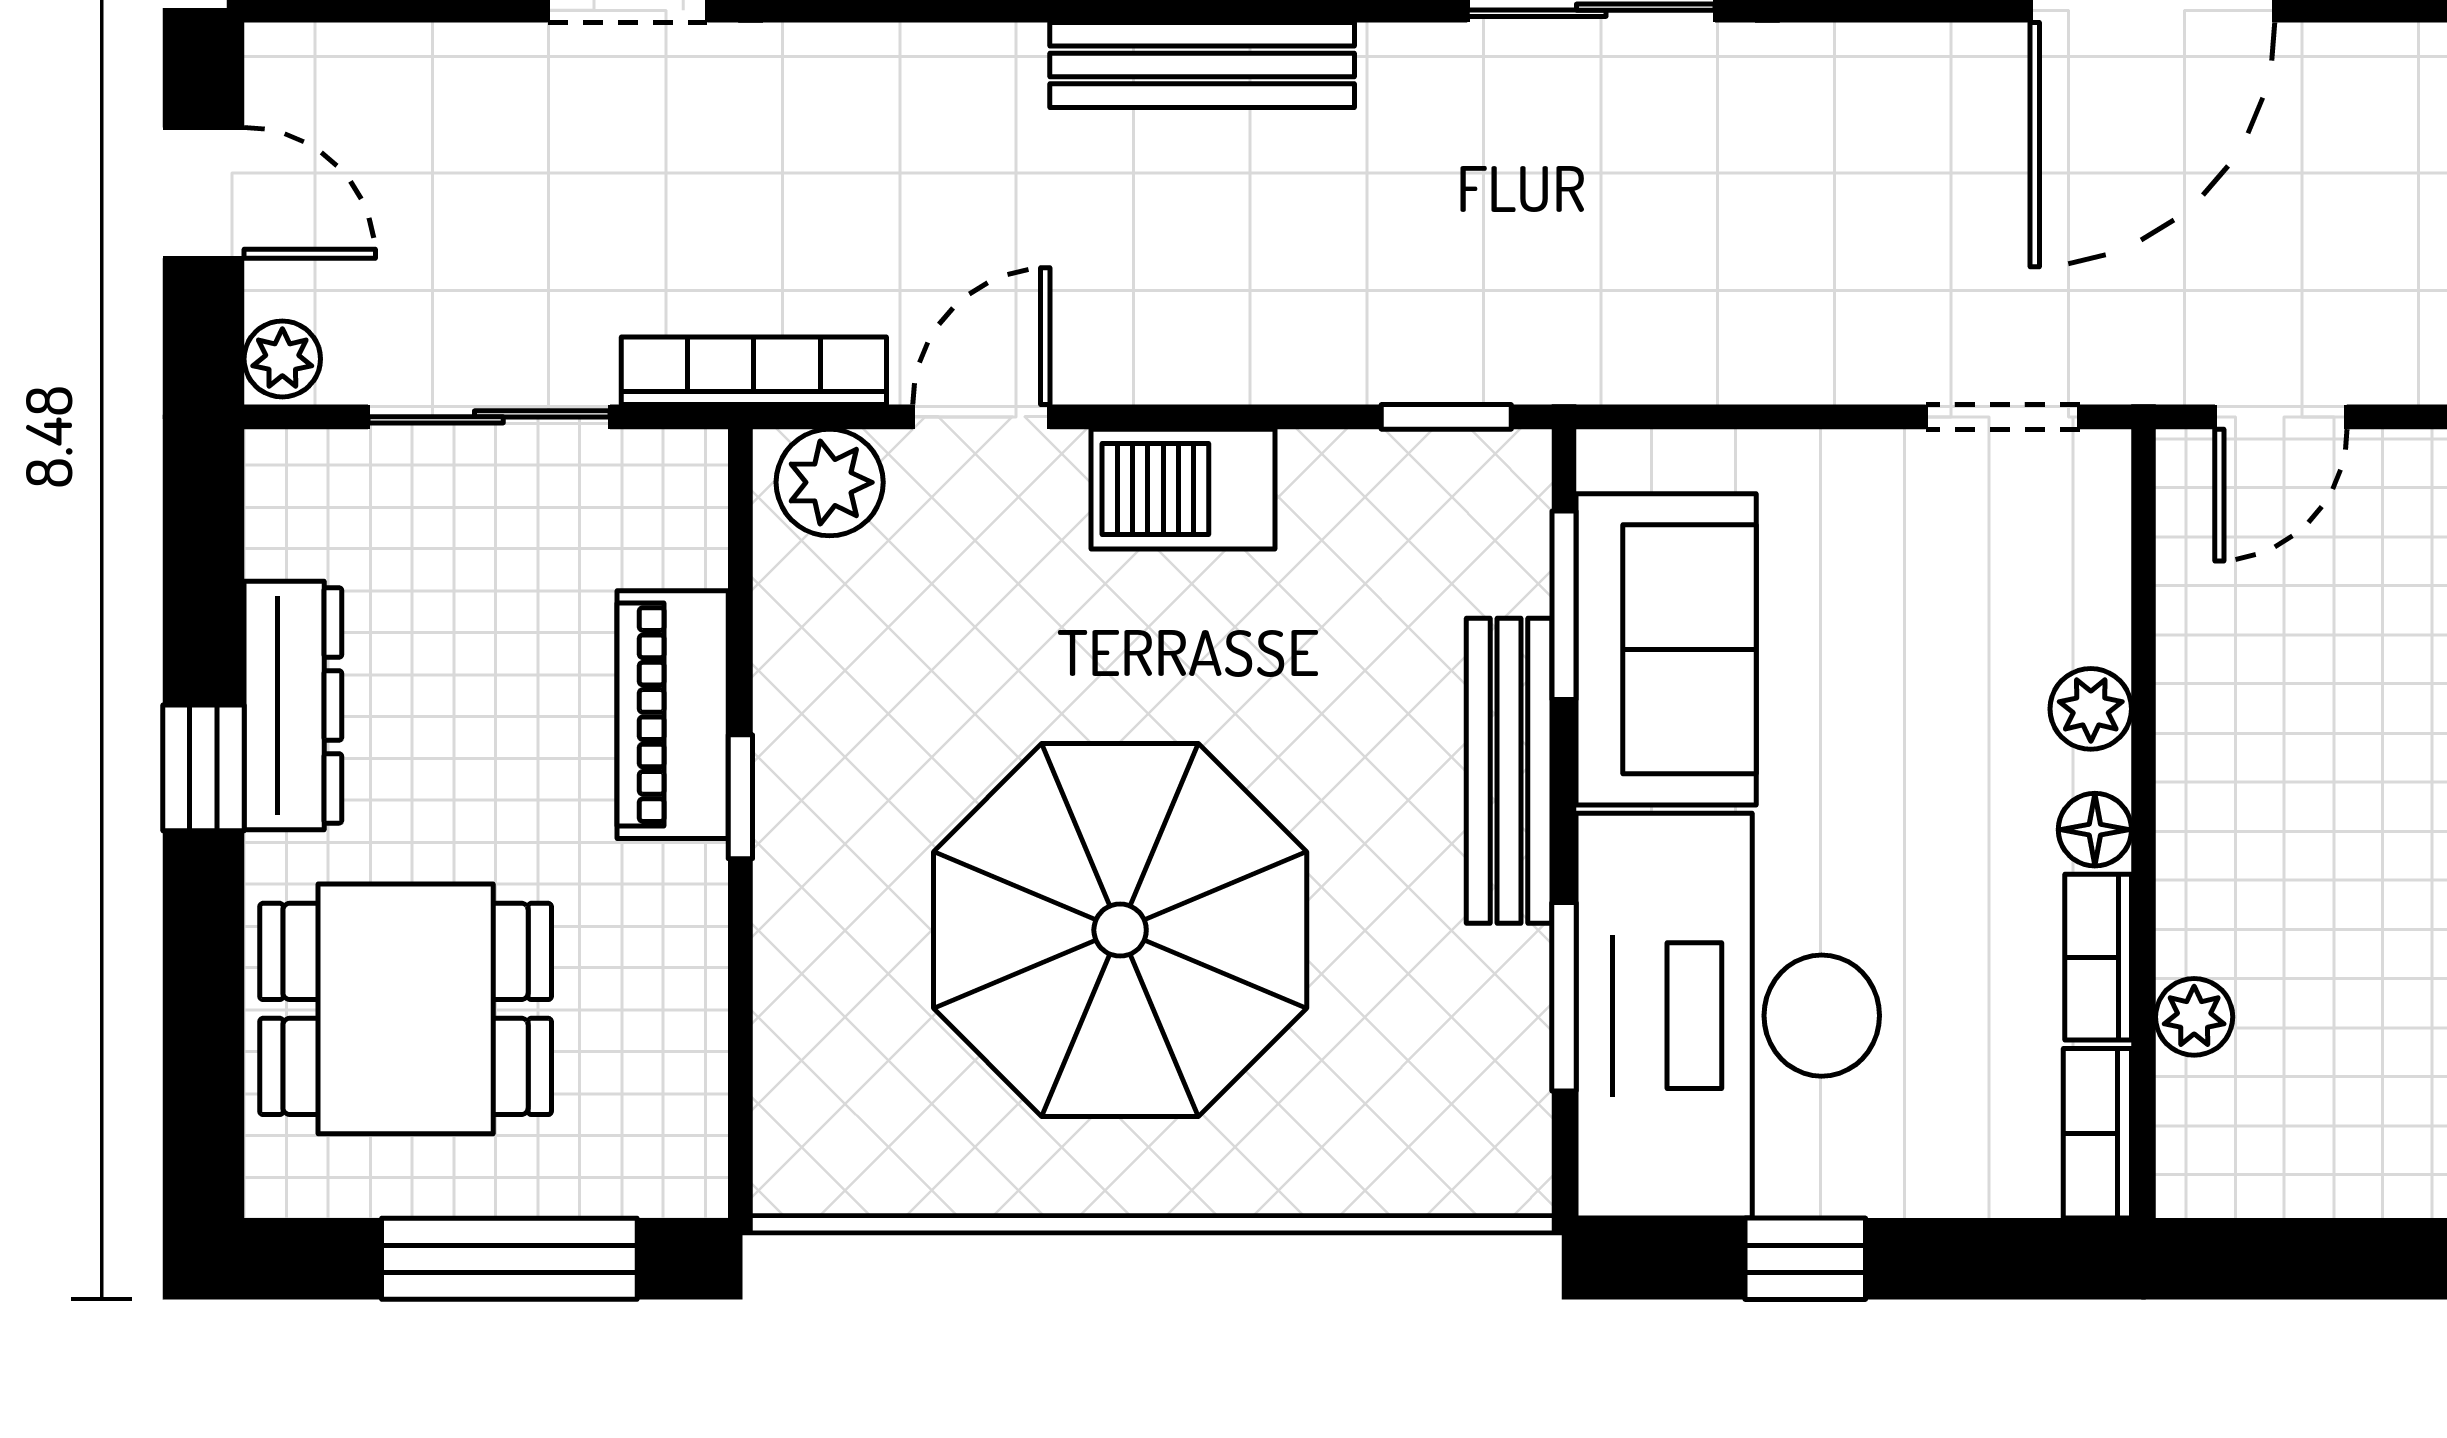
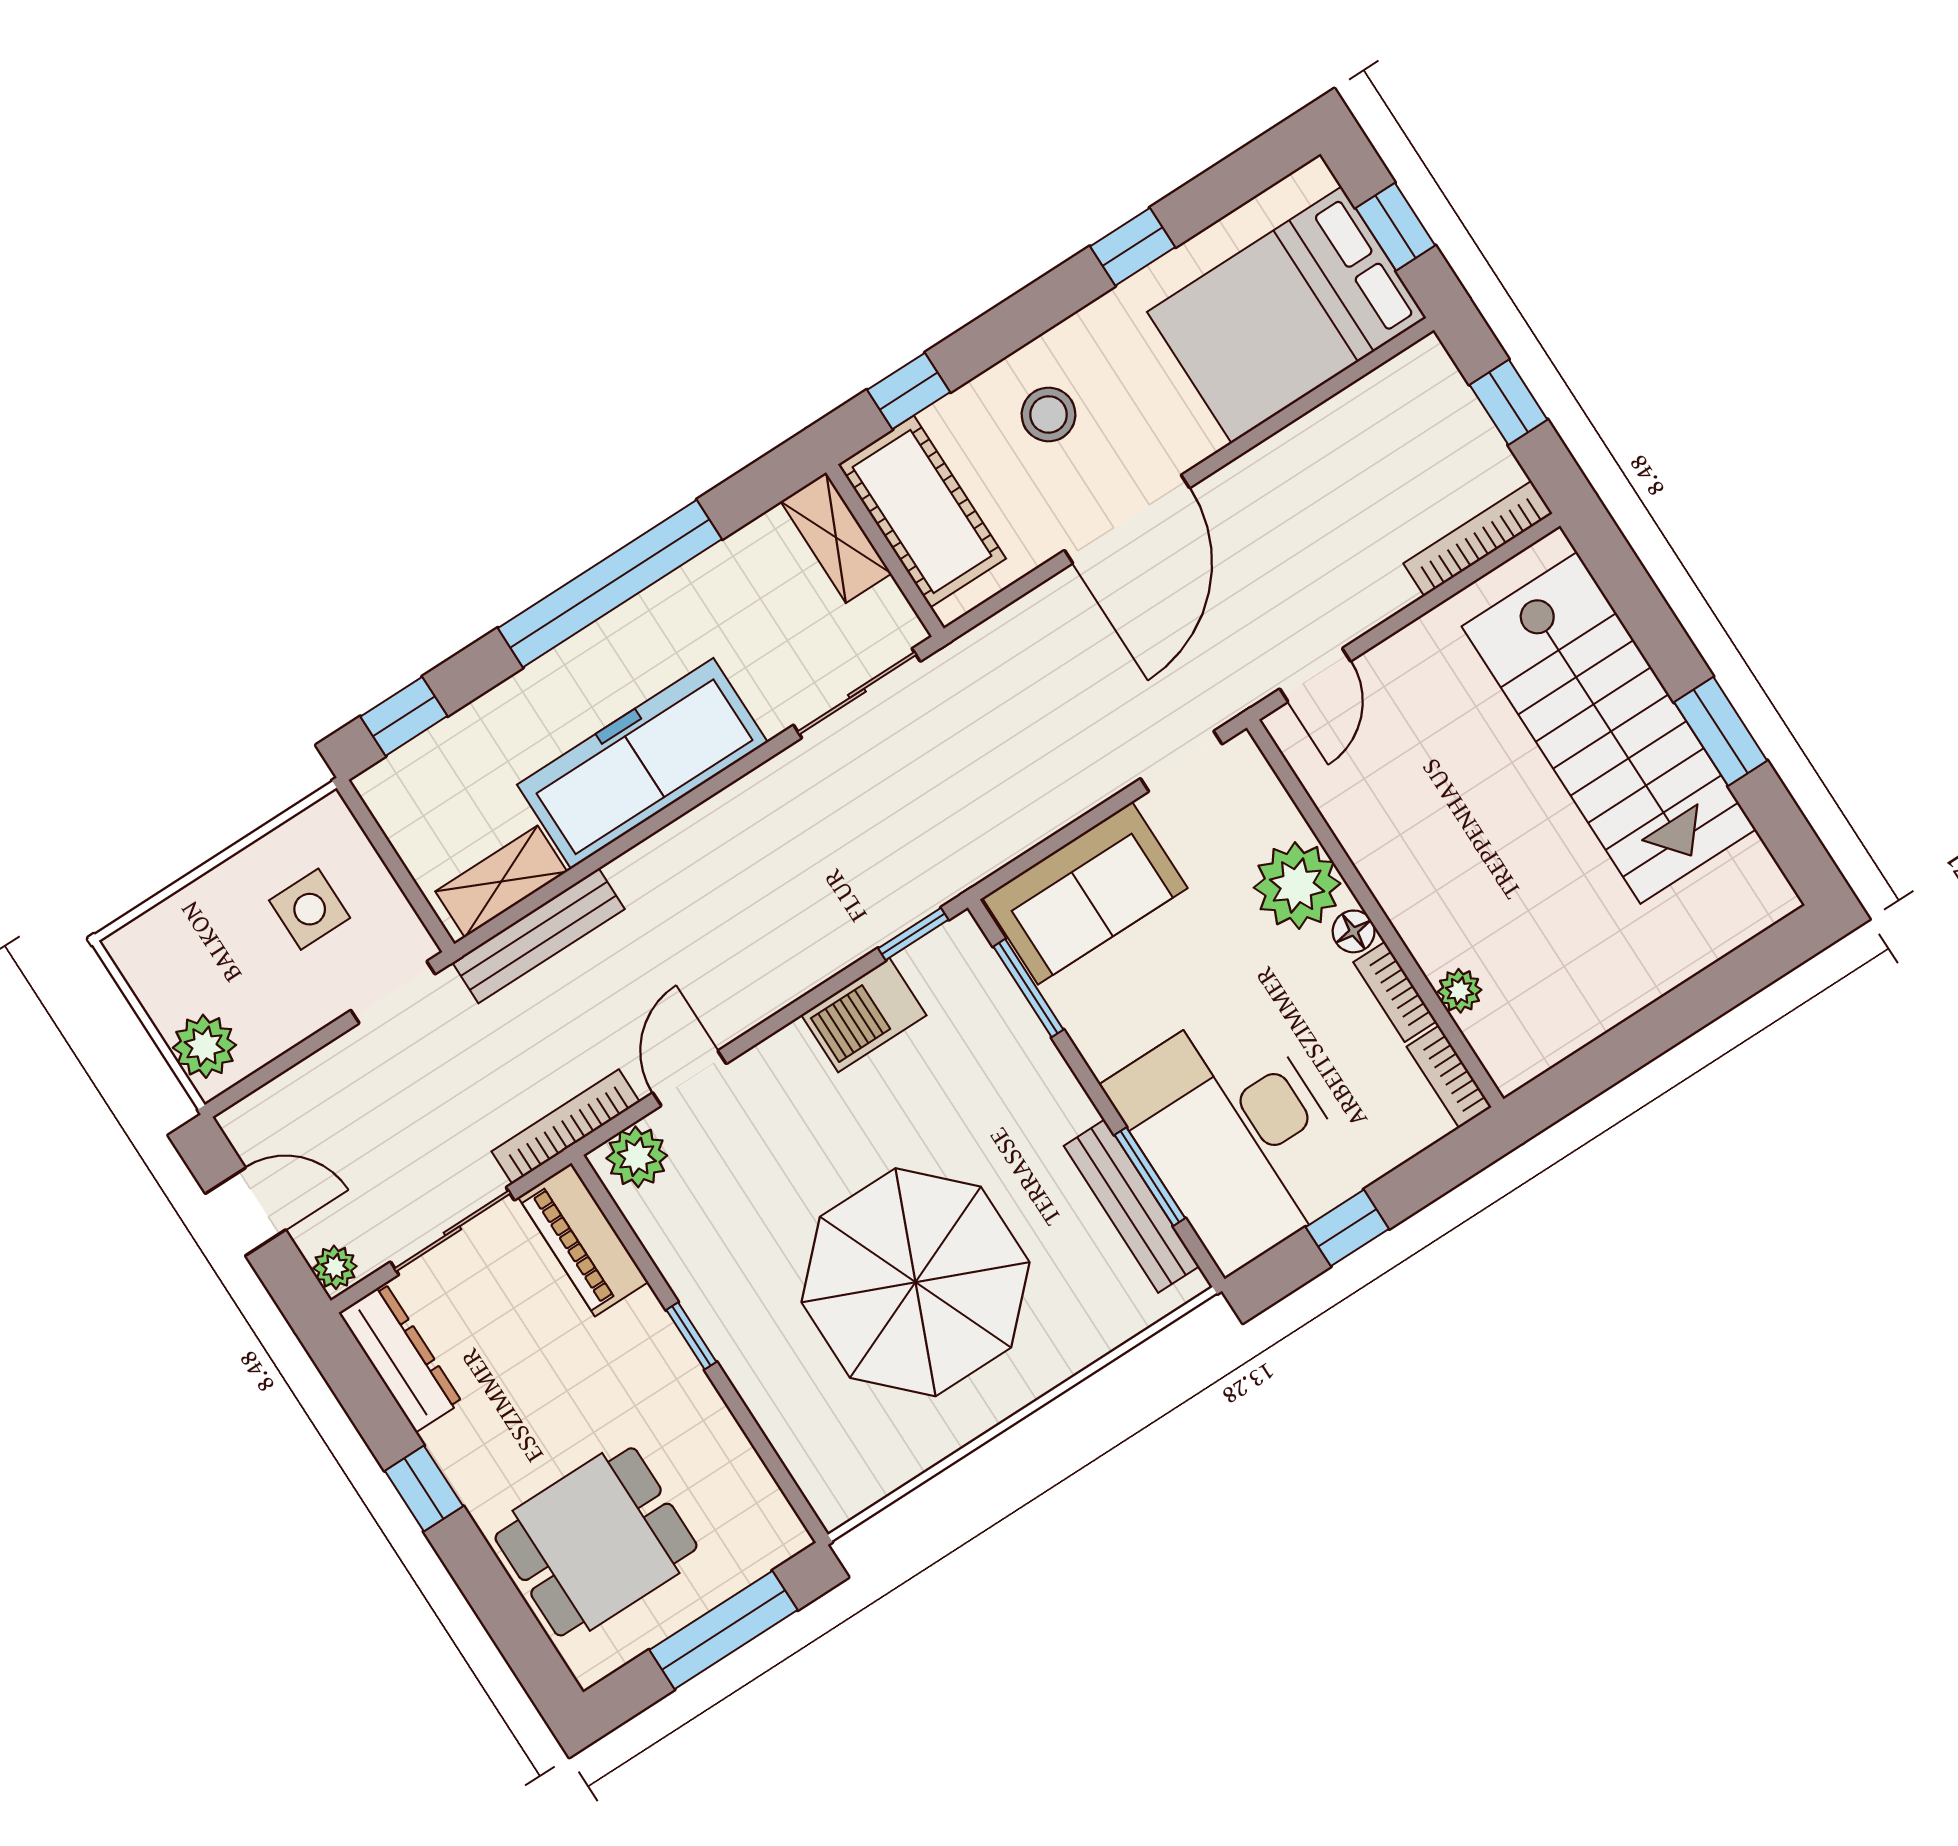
bench: (1202, 65) -> (539, 936), moved
barbecue: (1183, 489) -> (864, 1015), moved
sofa: (1666, 649) -> (1085, 893), moved, turned 90
dresser: (293, 705) -> (400, 1358), moved
plant: (2091, 709) -> (1297, 886), width x1.88, depth x1.88
piano: (673, 715) -> (583, 1240), moved
bench: (1509, 771) -> (1131, 1206), moved

